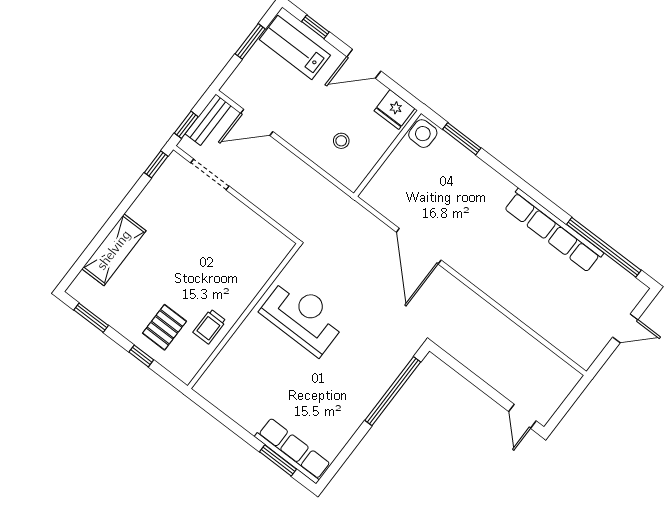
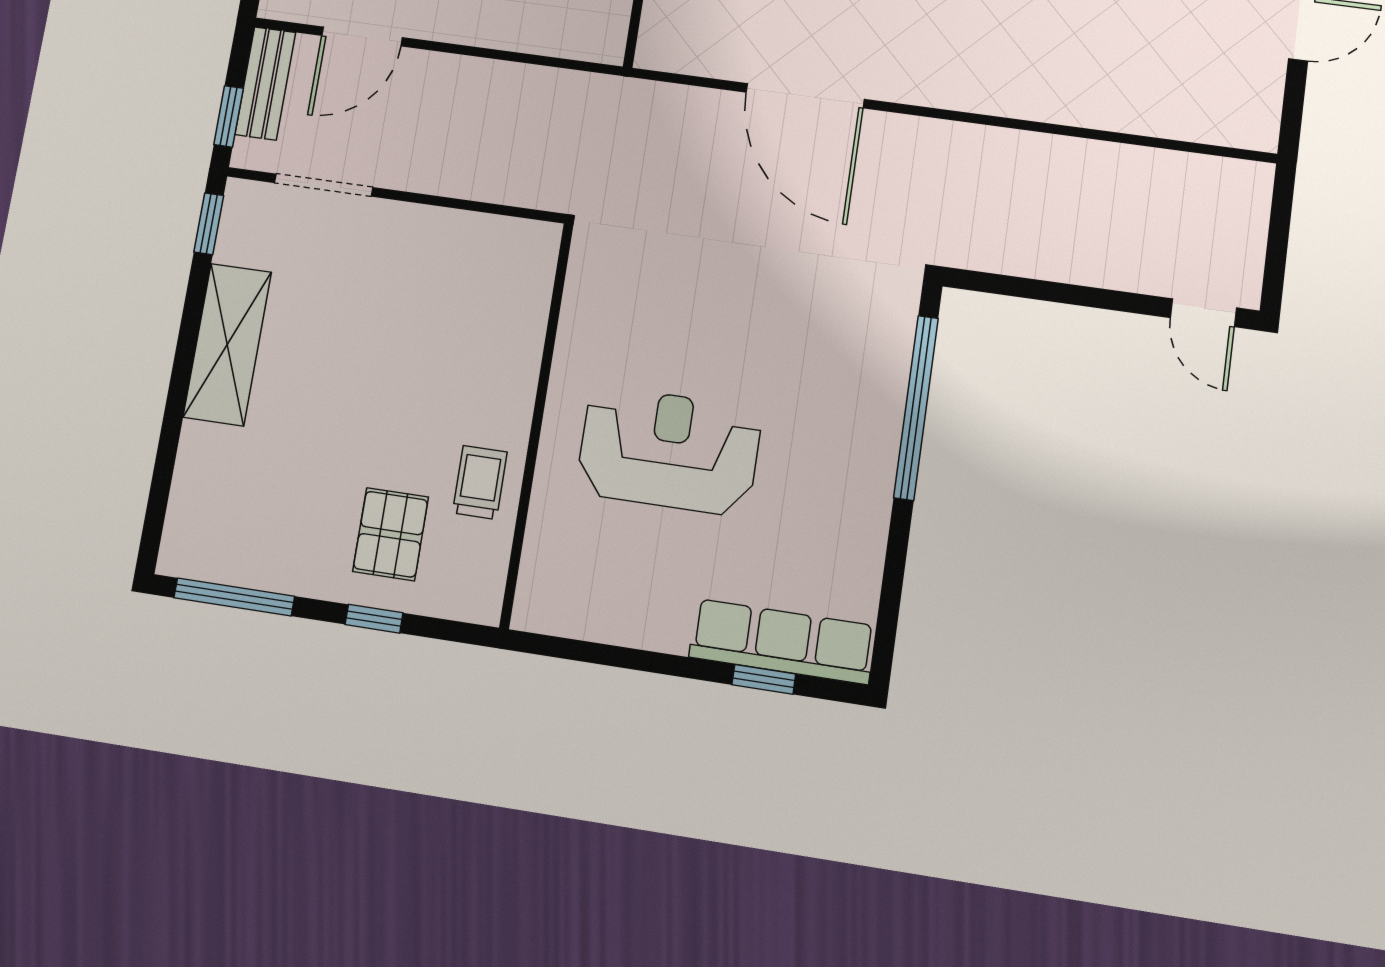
shelving: (114, 250) -> (227, 344), moved
reception desk: (303, 316) -> (669, 451), moved
window: (91, 318) -> (234, 597), width x1.44
trolley: (210, 327) -> (480, 482), turned 180
window: (278, 461) -> (764, 679), width x0.67

